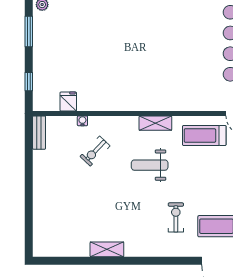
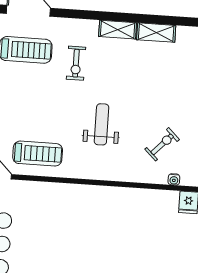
shelving: (155, 123) -> (118, 30), moved
weight bench: (150, 165) -> (102, 124), turned -90

